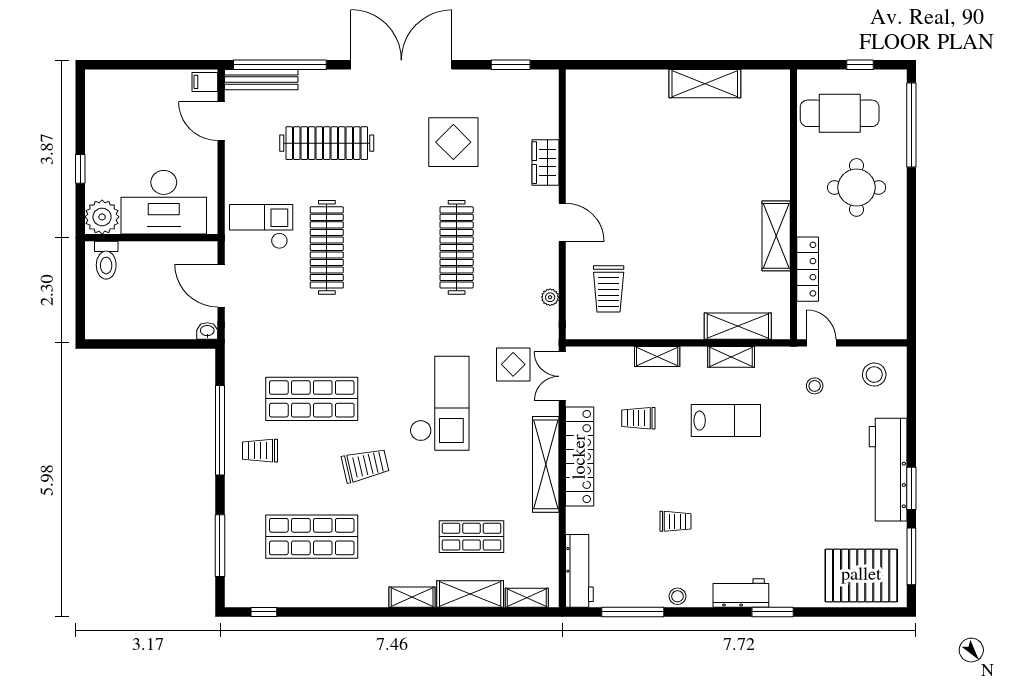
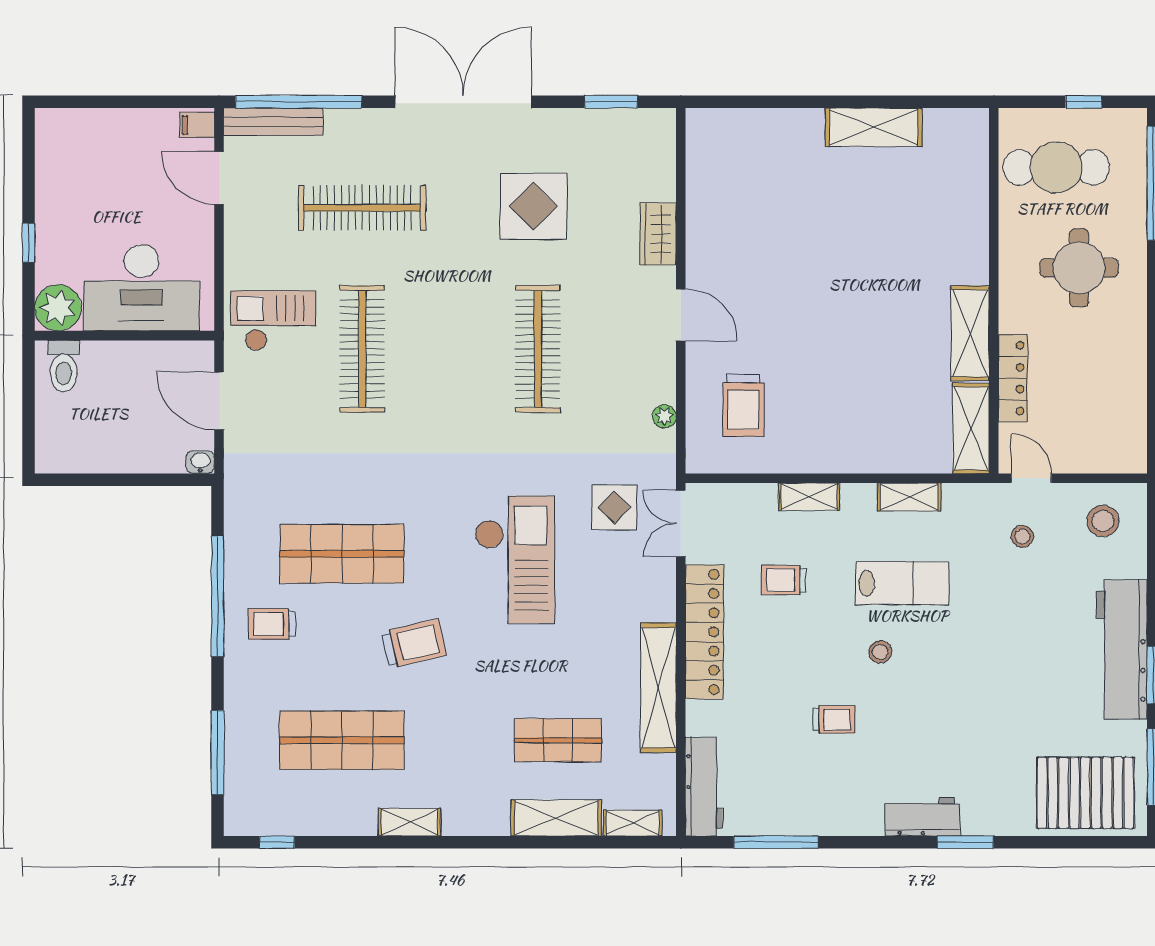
shelving: (738, 326) -> (971, 428), moved, turned 90
shelving: (546, 464) -> (658, 688), moved
stool: (678, 596) -> (880, 652), moved
shelving: (412, 597) -> (410, 822), moved

